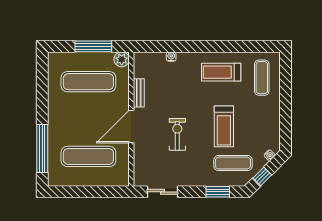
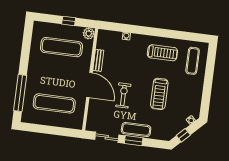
window: (93, 46) -> (69, 21), width x0.46
treadmill: (221, 72) -> (162, 53), turned 180
door: (131, 127) -> (89, 85), swing flipped
exercise mat: (233, 163) -> (136, 130), moved
window: (218, 192) -> (134, 141), moved

